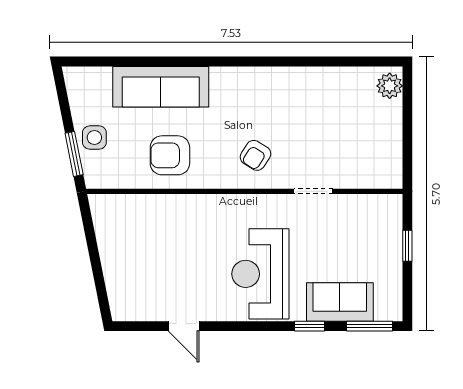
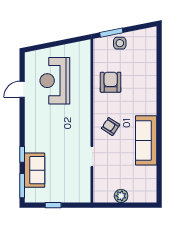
plant: (390, 86) -> (121, 196), moved
sofa: (161, 87) -> (146, 140), moved
window: (407, 246) -> (53, 205), moved
reception desk: (260, 274) -> (55, 81), moved, turned -90

